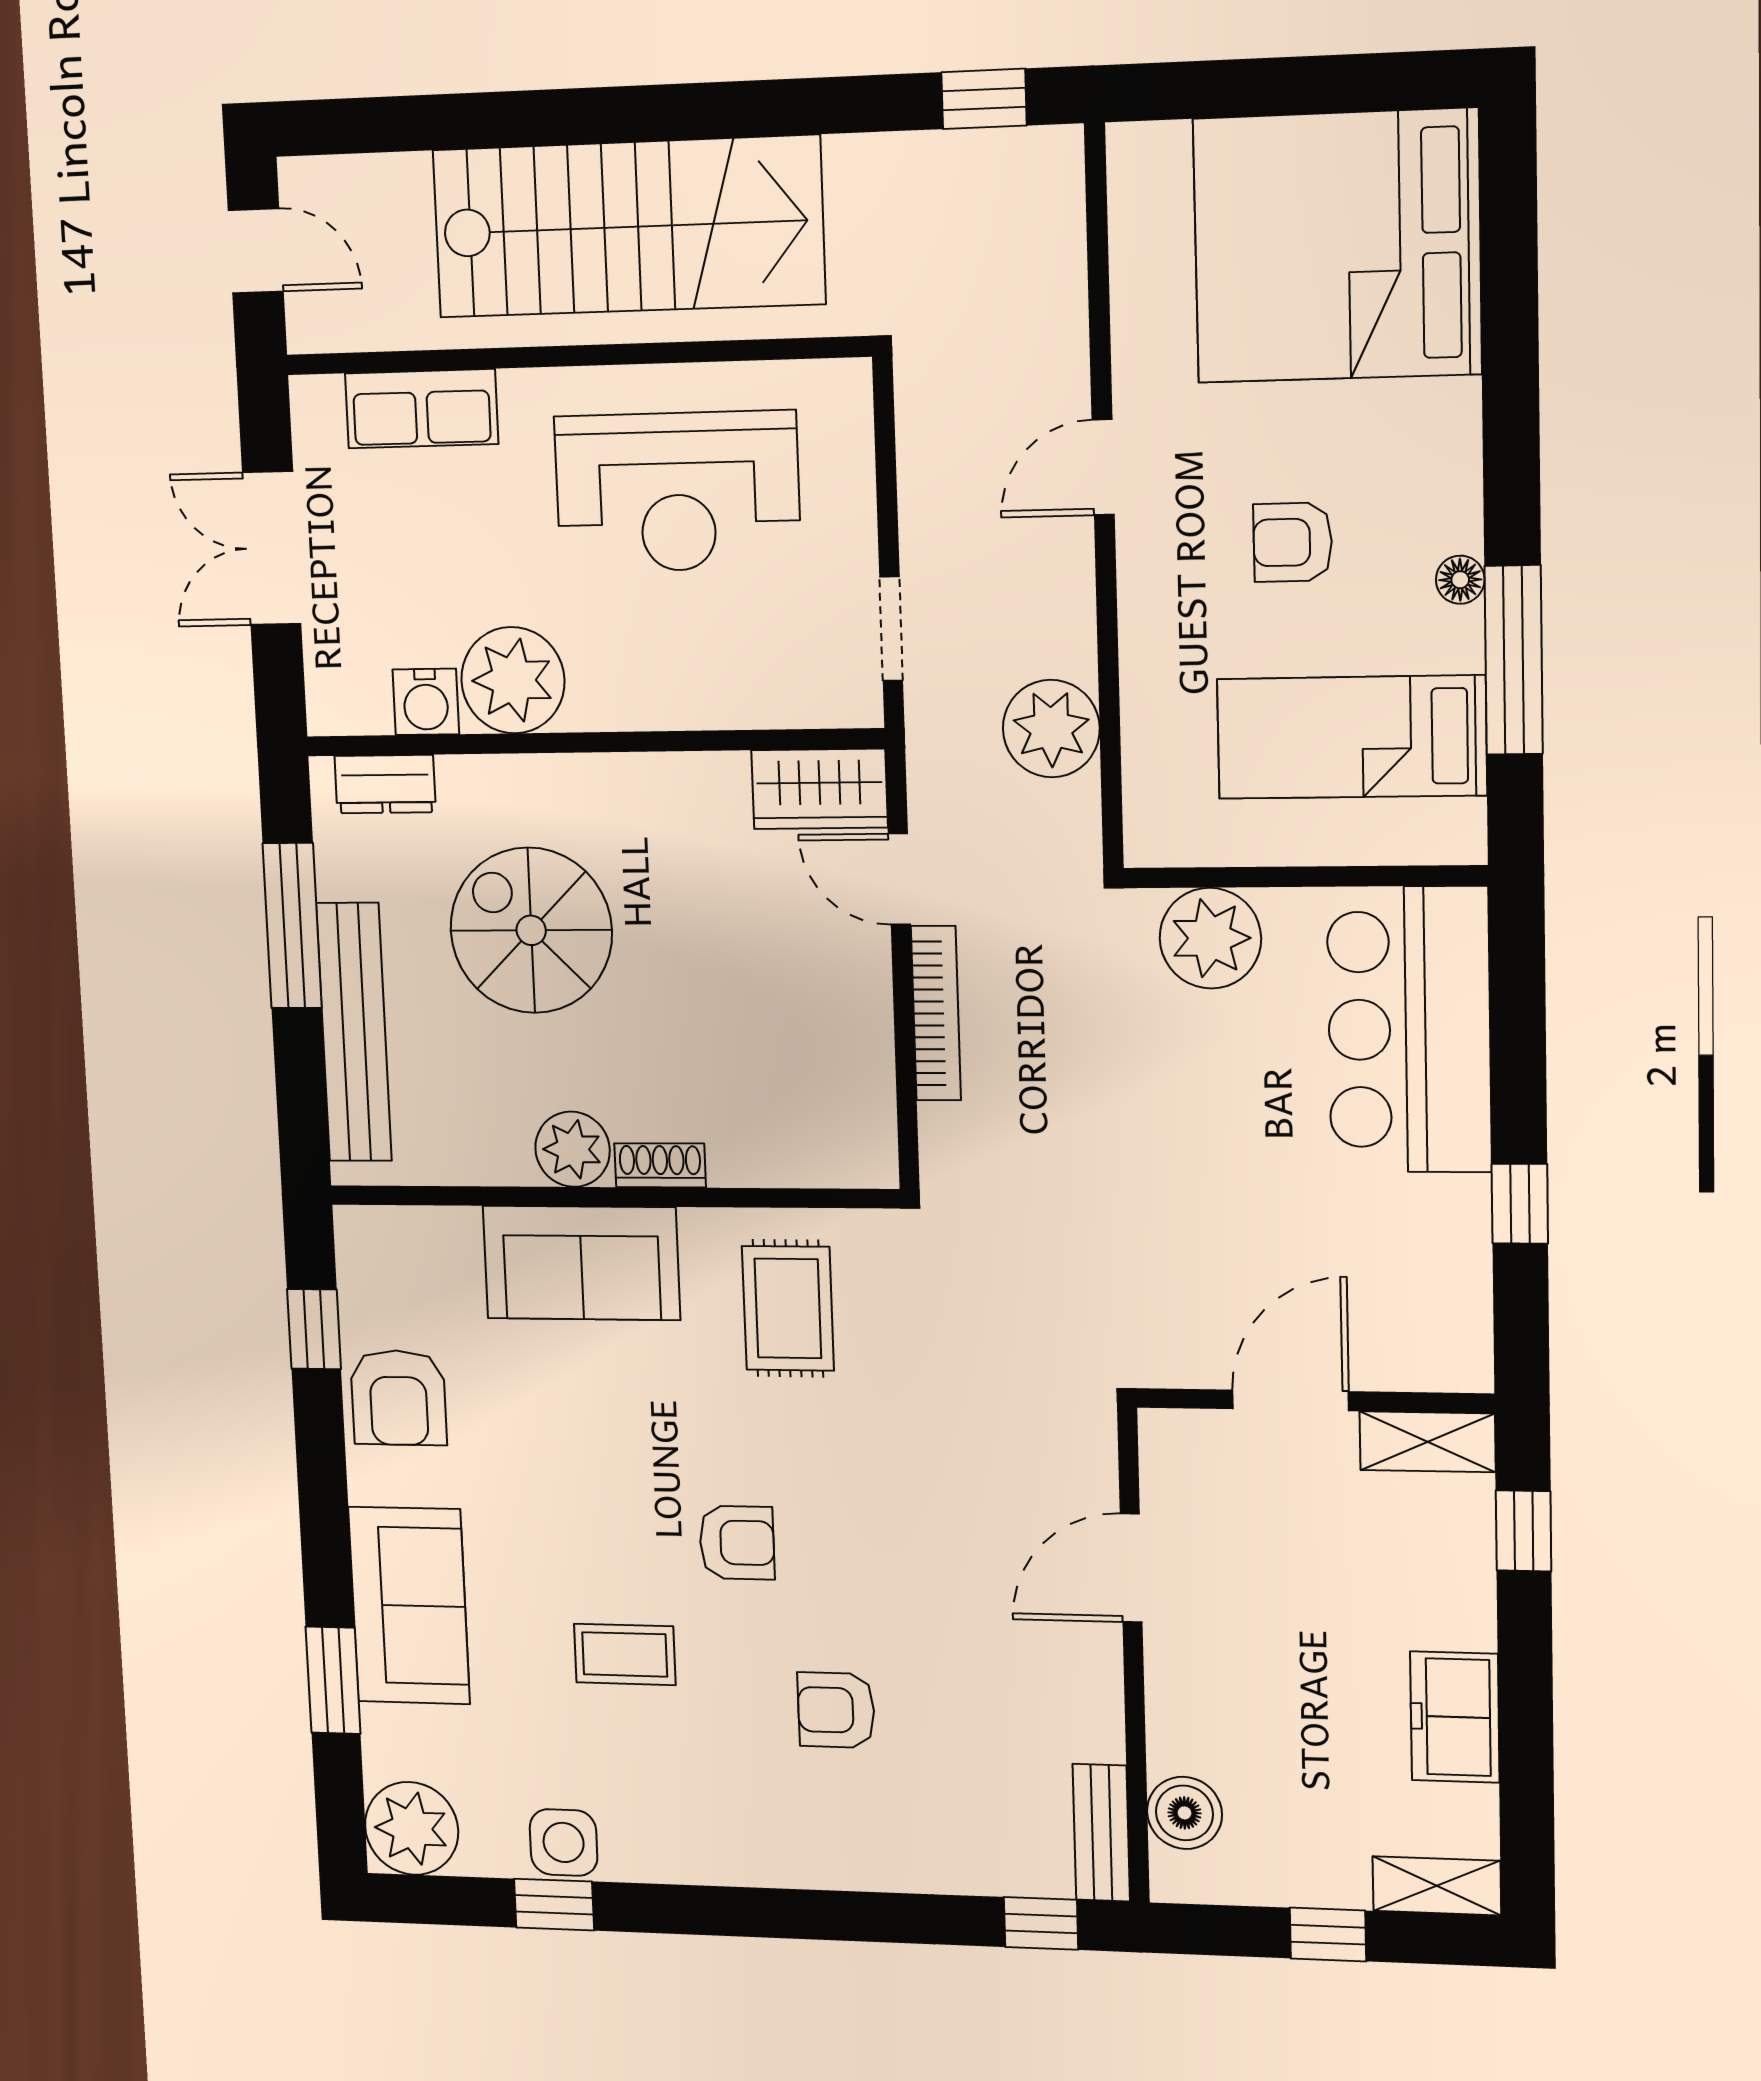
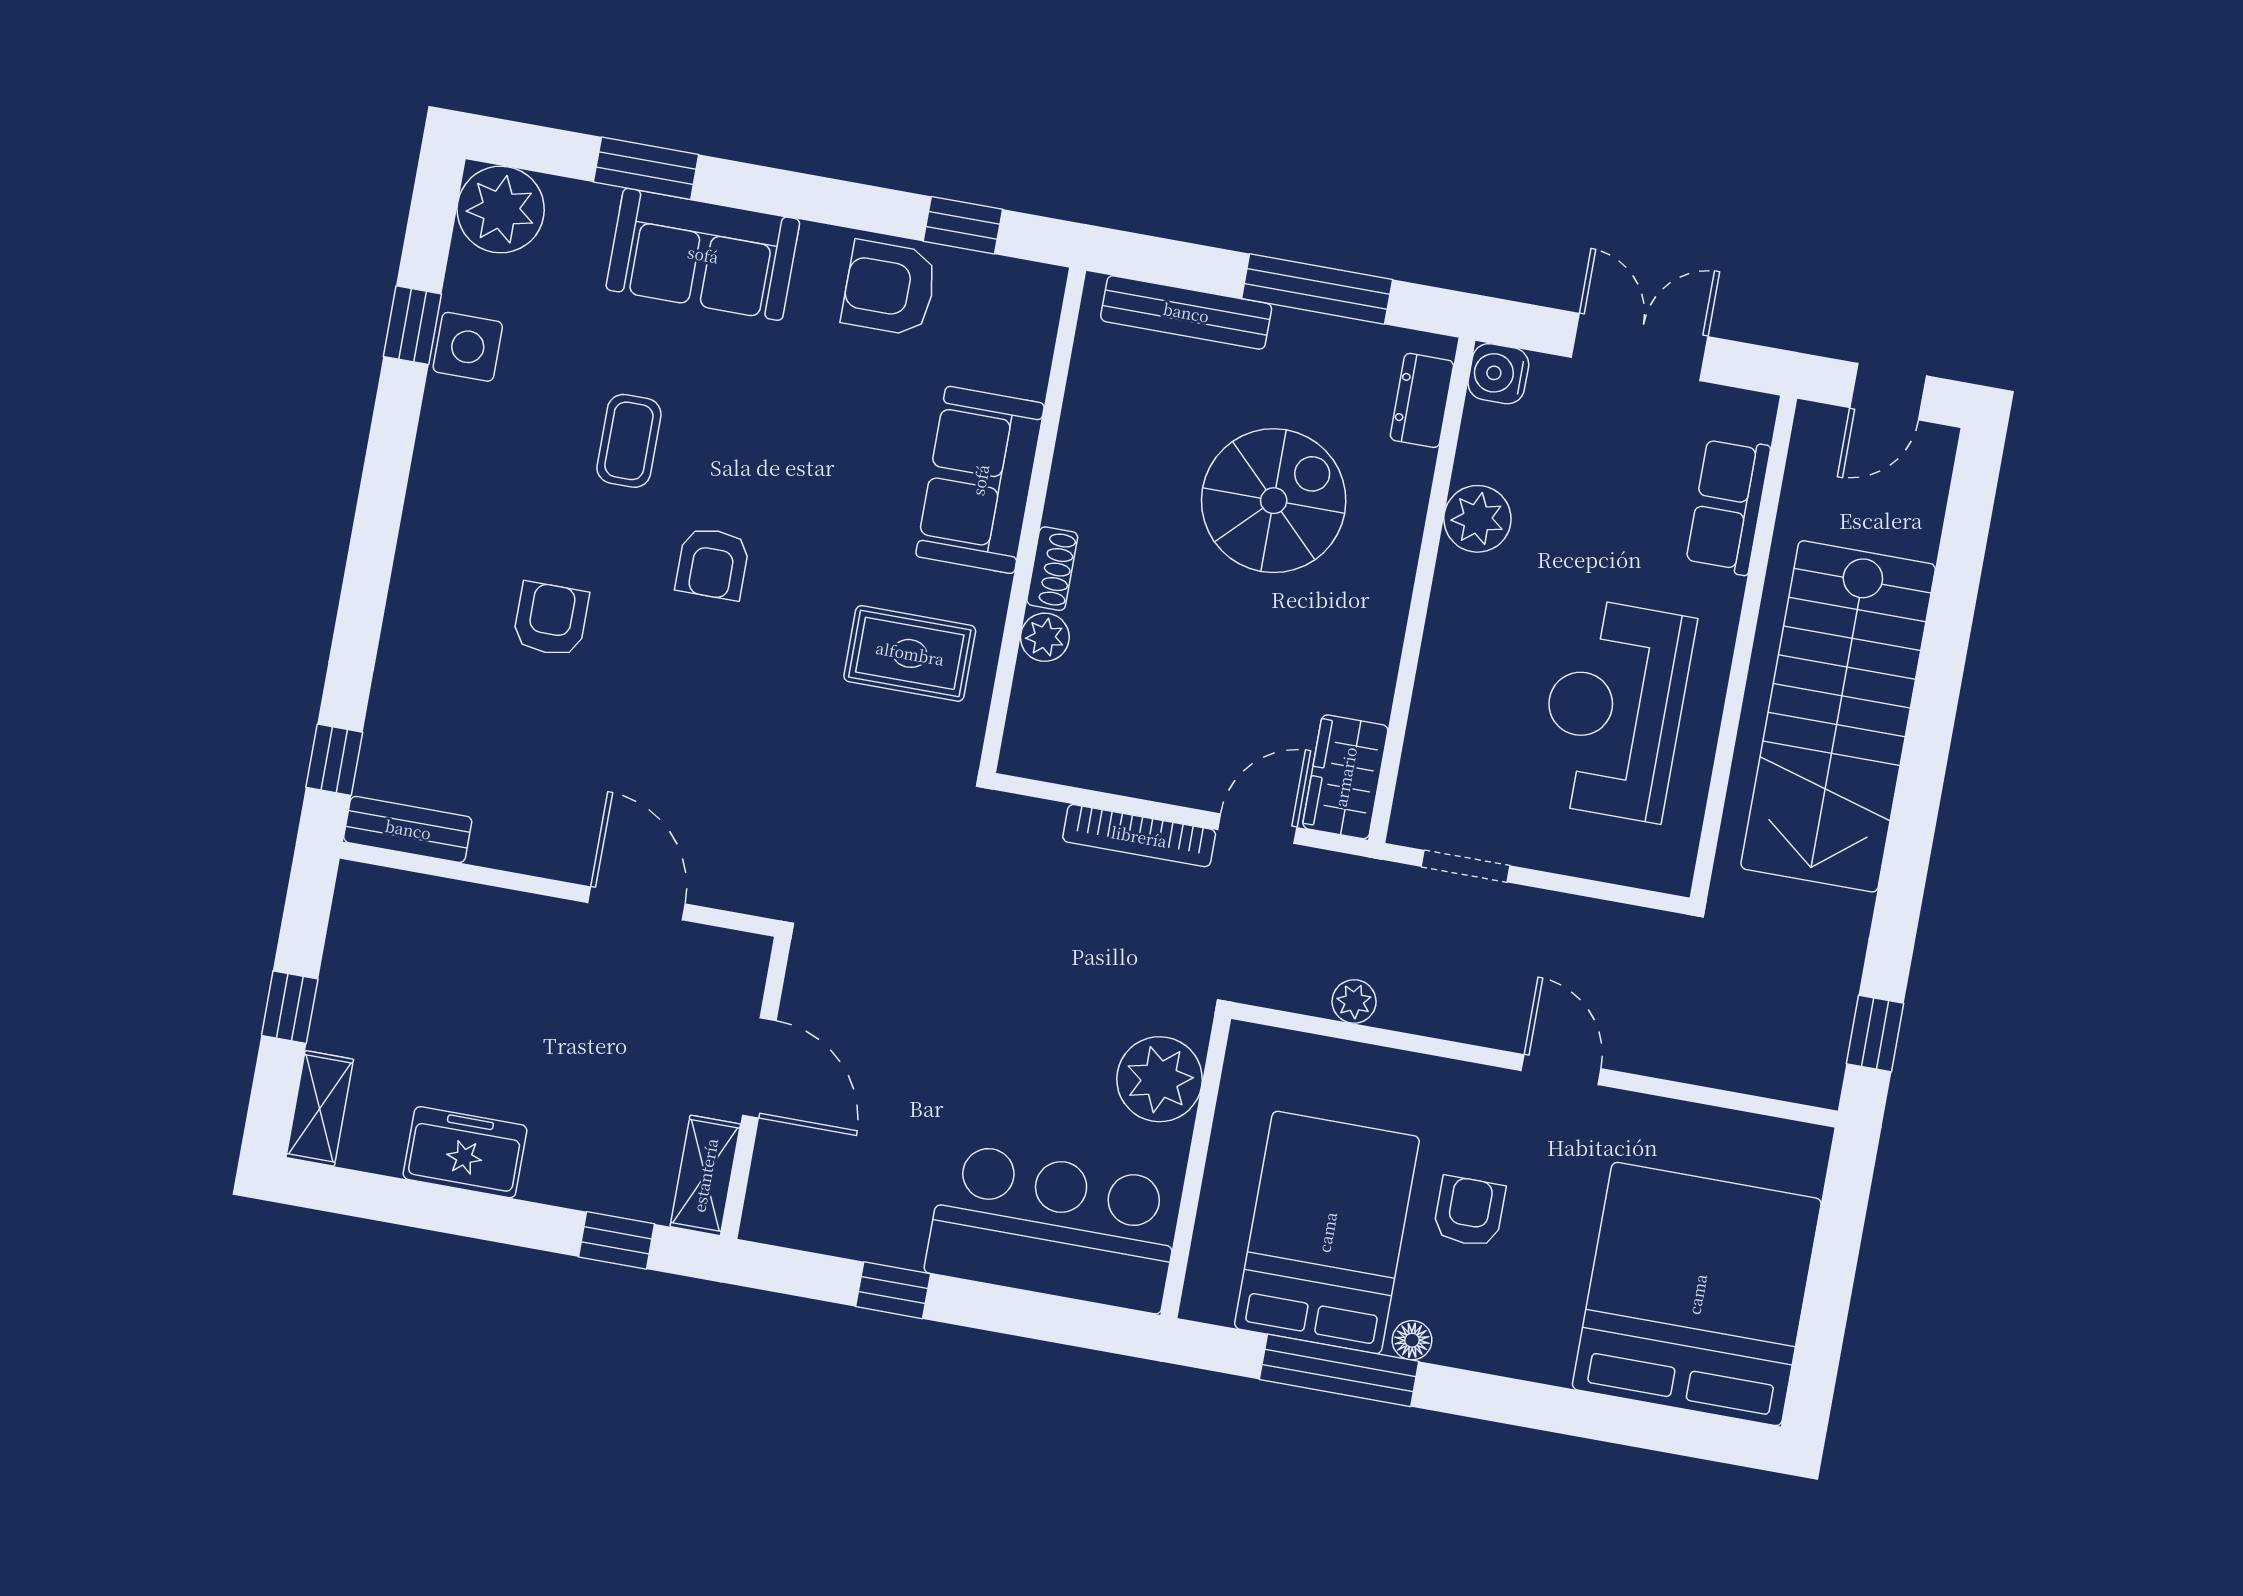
plant: (513, 680) -> (1477, 519), width x0.73, depth x0.73
water cooler: (426, 702) -> (1498, 374), moved
plant: (1051, 729) -> (1354, 1001), width x0.53, depth x0.53
bed: (1352, 737) -> (1327, 1232), width x1.50
bench: (354, 1032) -> (1186, 312), width x0.73, depth x0.82
plant: (572, 1149) -> (1045, 637), moved, width x0.73, depth x0.73
boiler: (1184, 1813) -> (415, 905), removed

